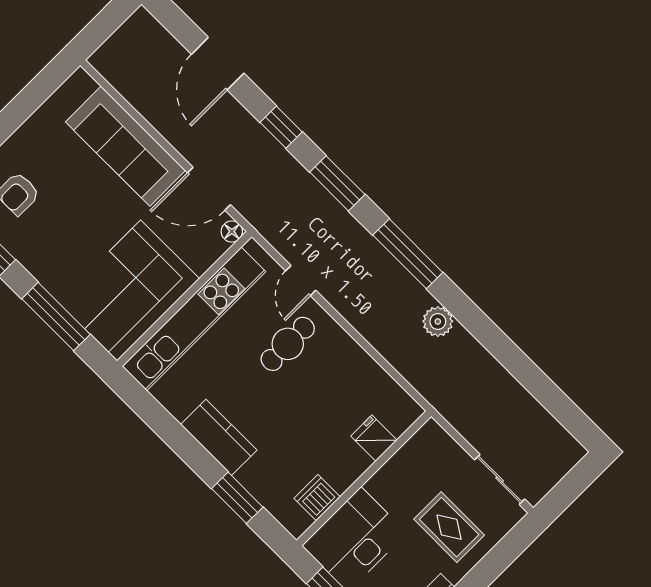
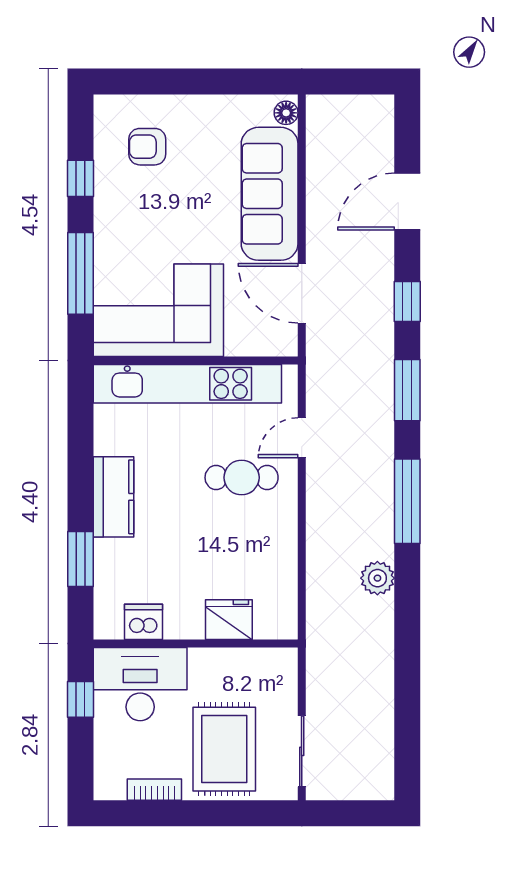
floor lamp: (232, 231) -> (286, 113), moved
fridge: (374, 438) -> (229, 620), width x1.38
rug: (449, 527) -> (224, 749), width x1.36, depth x1.43

